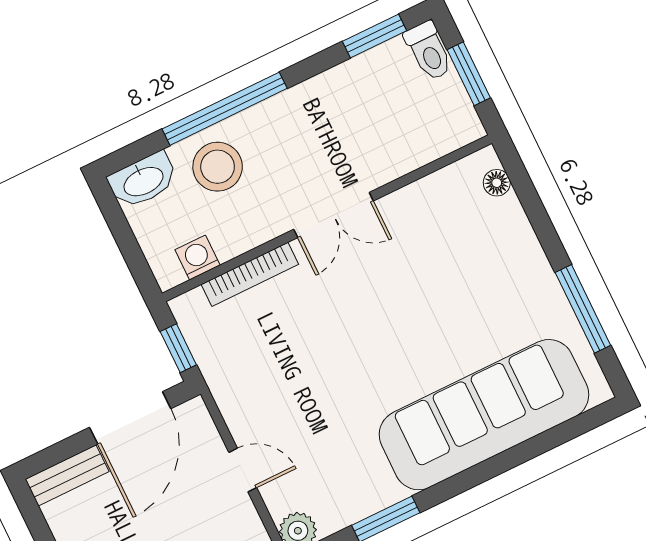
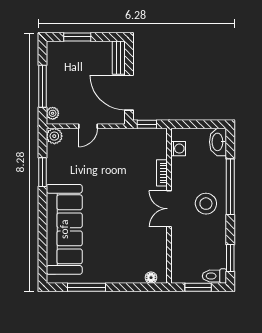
stool: (218, 167) -> (206, 204), moved
bookcase: (250, 274) -> (162, 173), width x0.64

